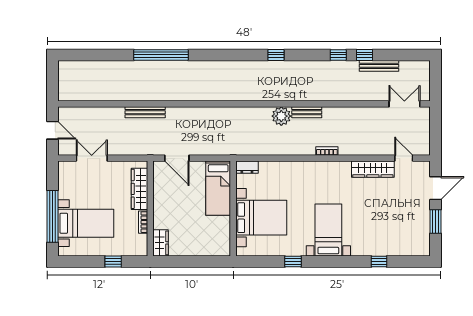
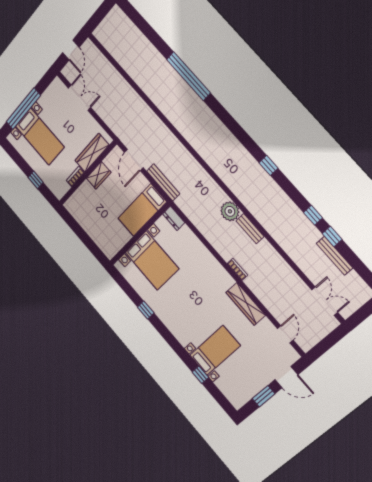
bench: (145, 112) -> (163, 182), moved
wardrobe: (373, 169) -> (246, 304), moved
bed with nightstands: (328, 230) -> (215, 350), moved
wardrobe: (161, 243) -> (99, 175), moved

